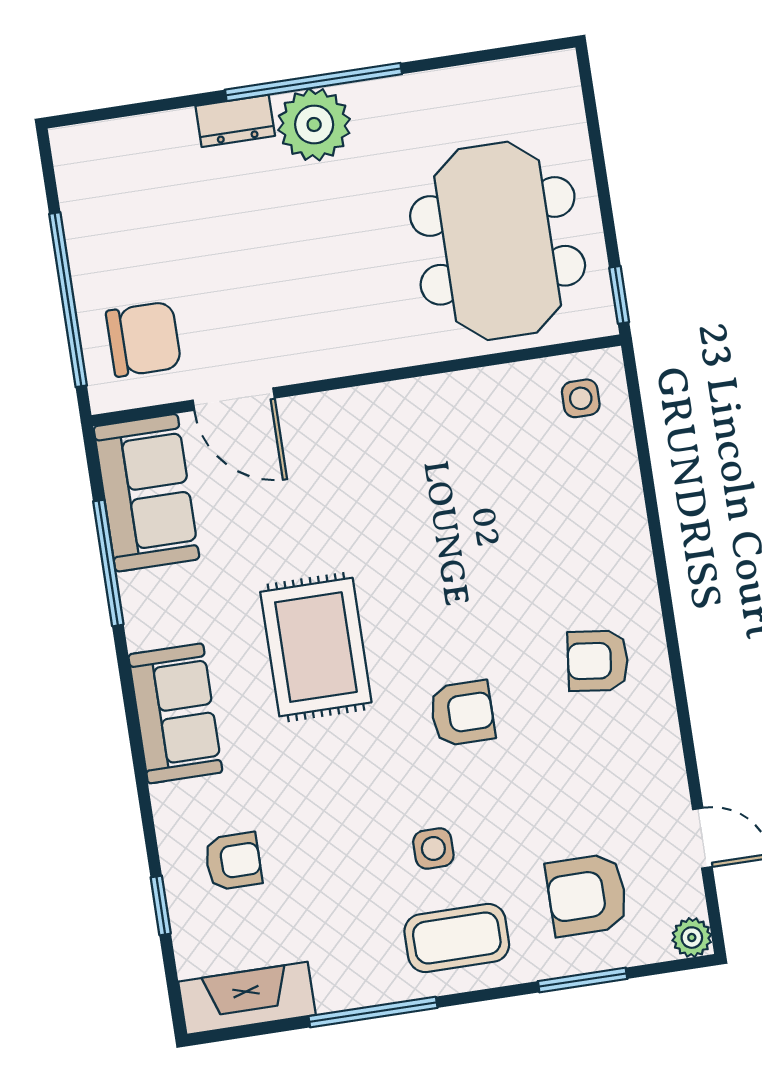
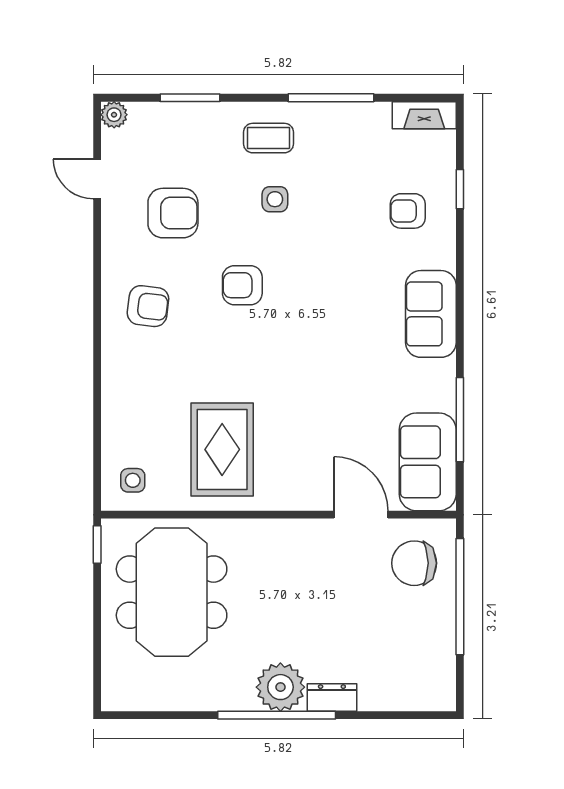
rug: (316, 647) -> (222, 449), moved
armchair: (587, 895) -> (173, 213), moved
coffee table: (457, 938) -> (268, 138), width x0.73, depth x0.77
fireplace: (247, 998) -> (424, 115), width x0.73, depth x0.76

